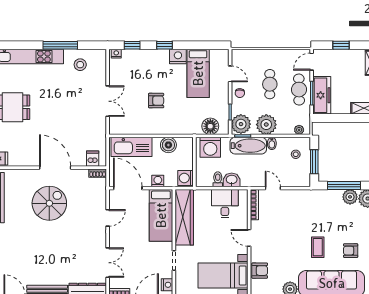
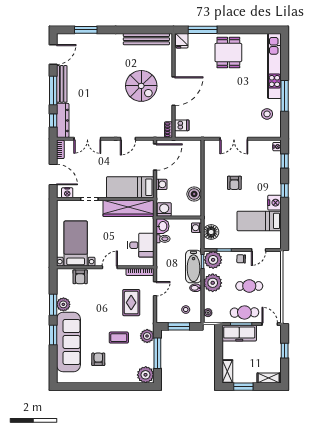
kitchen sink: (131, 147) -> (192, 160), removed
washing machine: (210, 147) -> (196, 228), width x0.53, depth x0.53
washbasin: (232, 180) -> (162, 226), moved
plant: (350, 197) -> (147, 336), moved
rug: (288, 214) -> (131, 303), added
door: (108, 218) -> (128, 139), hinge flipped
coffee table: (318, 247) -> (119, 338), moved

